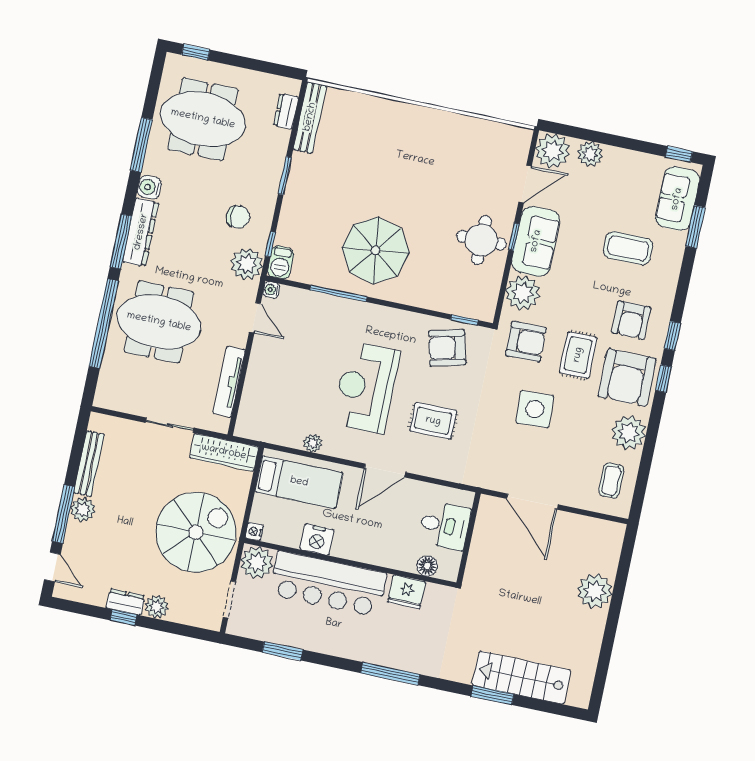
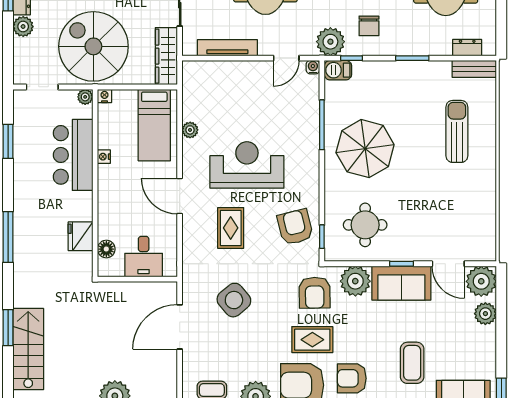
bench: (310, 117) -> (474, 69), width x0.73
sun lounger: (378, 143) -> (457, 131), added
round table: (481, 240) -> (365, 225), moved
side table: (535, 409) -> (234, 300), moved, turned -37
spiral stairs: (196, 532) -> (93, 46), turned 180
nightstand: (317, 539) -> (104, 157), width x0.53, depth x0.56
plant: (257, 563) -> (85, 97), width x0.53, depth x0.53
bar counter: (328, 584) -> (73, 155), width x0.73

